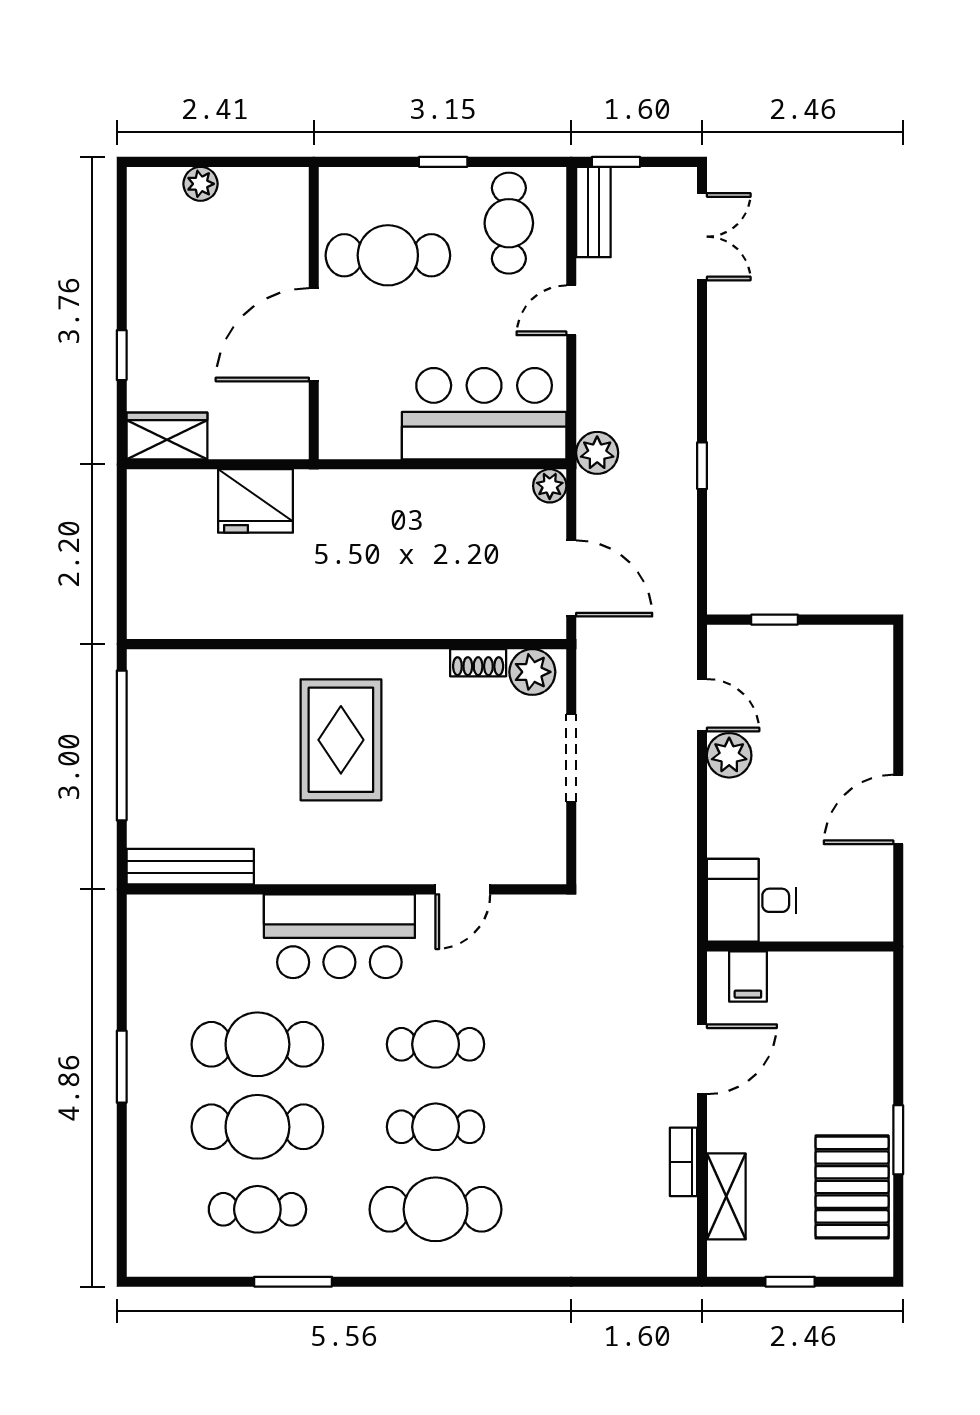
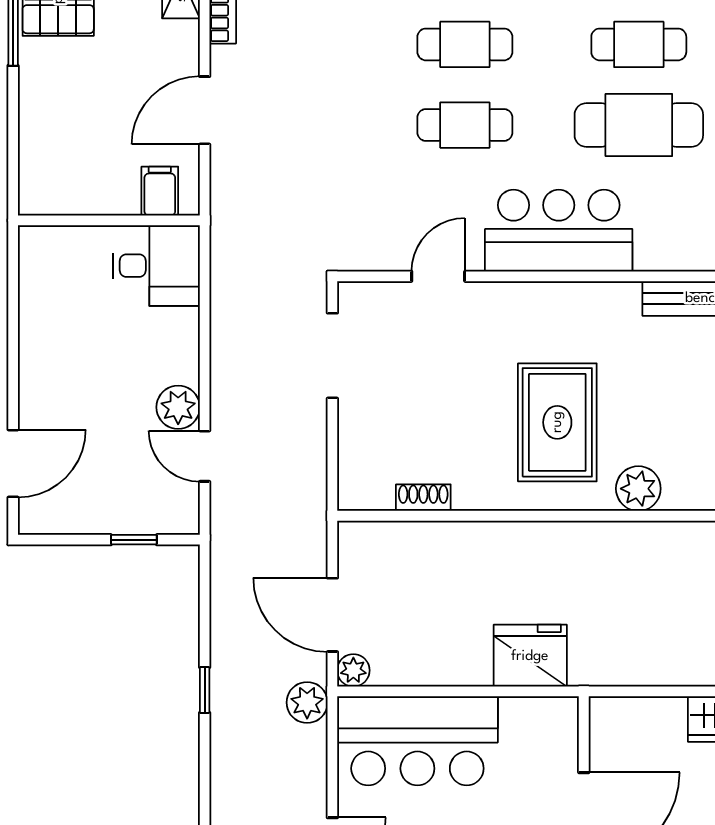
fridge: (255, 501) -> (530, 656), moved
door: (571, 578) -> (332, 615), moved
plant: (532, 672) -> (638, 489), moved
doorway: (571, 758) -> (332, 356), moved
door: (898, 809) -> (13, 463), moved
cafe table: (257, 1127) -> (639, 44), width x0.73, depth x0.74

